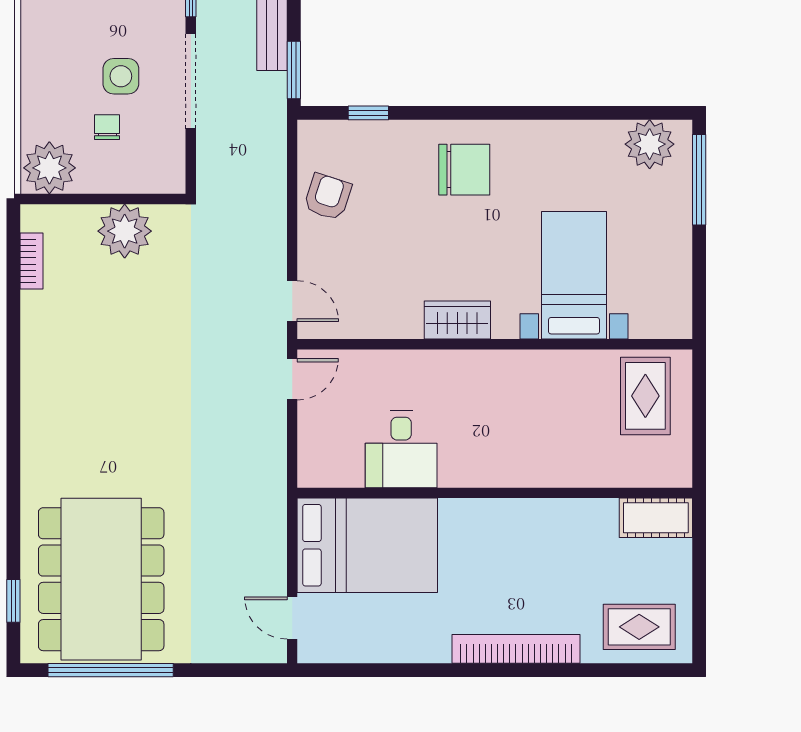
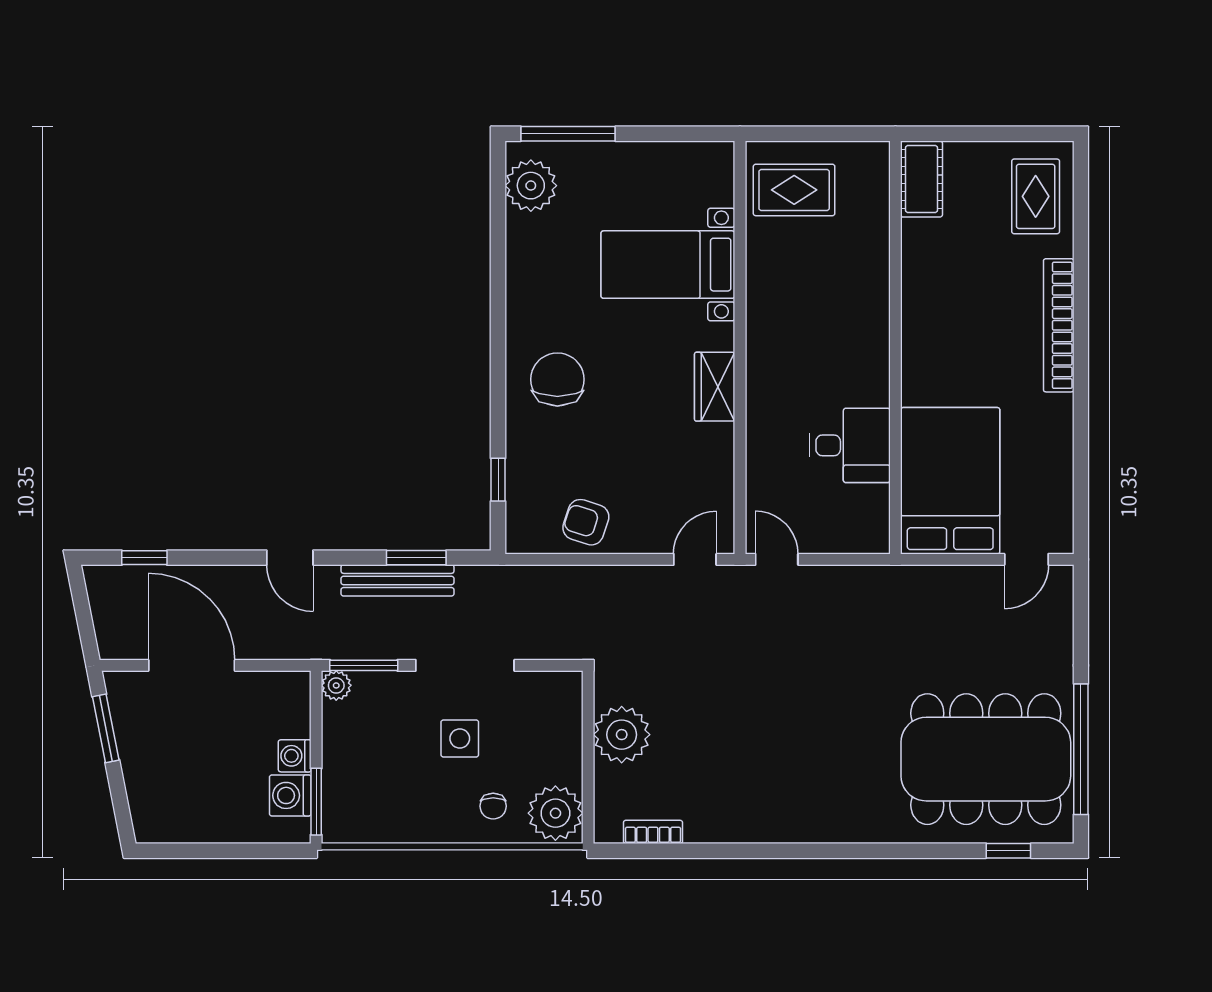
window: (294, 70) -> (416, 558), moved
chair: (107, 127) -> (493, 806), moved, turned -90

